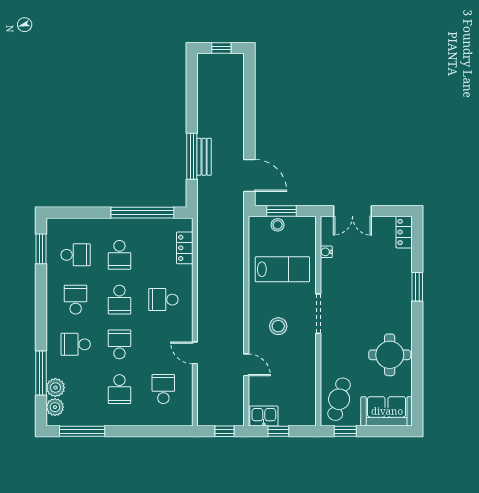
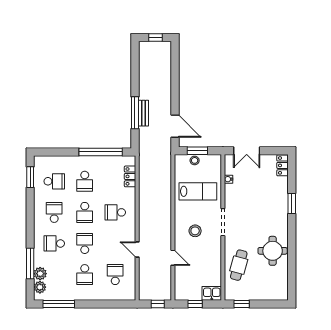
cafe table: (339, 399) -> (239, 265), moved
sofa: (387, 411) -> (270, 290), removed
kitchen sink: (264, 416) -> (212, 293), moved

